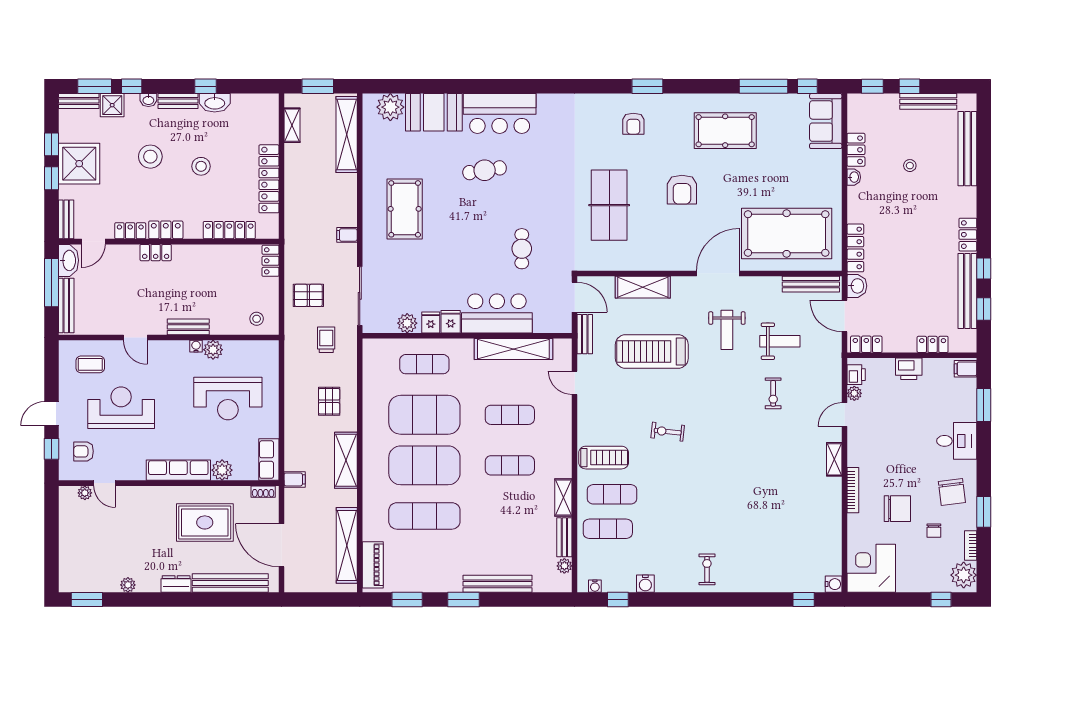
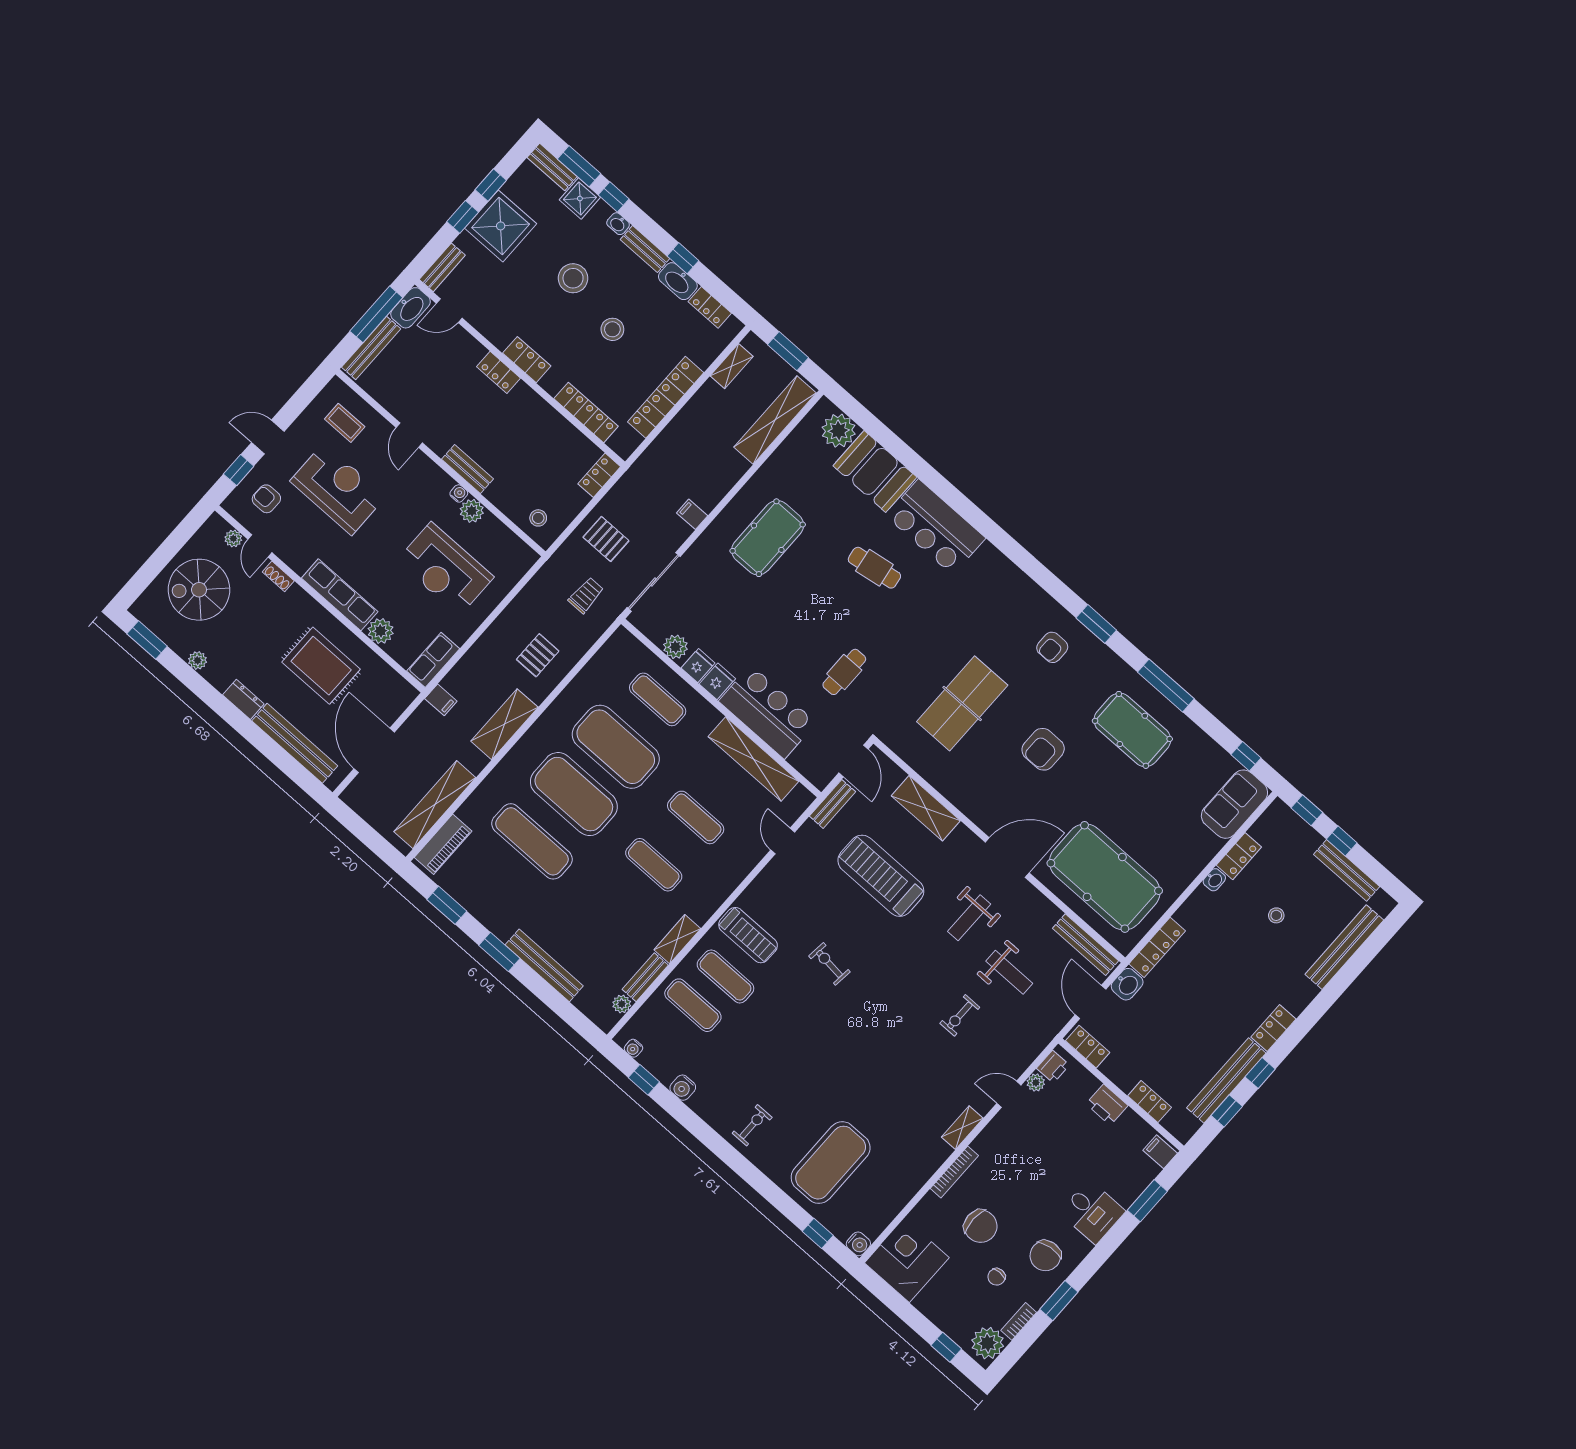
window: (764, 86) -> (1166, 685), moved
locker: (130, 231) -> (710, 307), moved, turned 180
shoe rack: (263, 492) -> (278, 576), moved
spiral stairs: (91, 542) -> (199, 590), added
exercise mat: (774, 550) -> (831, 1163), added

